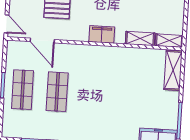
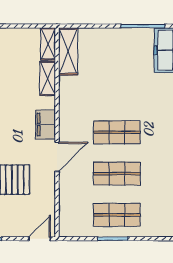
door: (42, 41) -> (57, 157), moved
shelving: (173, 70) -> (68, 51), moved, turned 90
shop shelf: (92, 94) -> (117, 132), added

